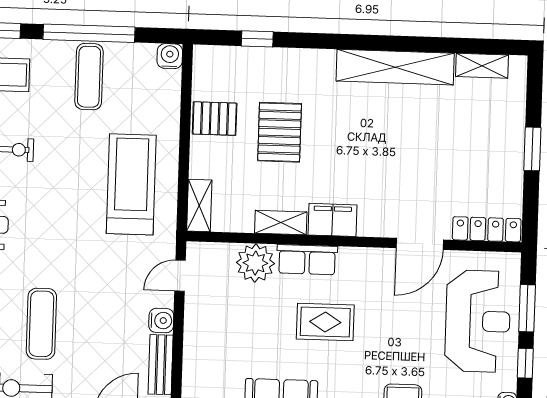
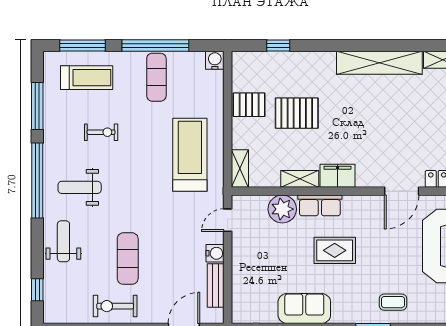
pallet: (280, 132) -> (297, 113), turned 90

